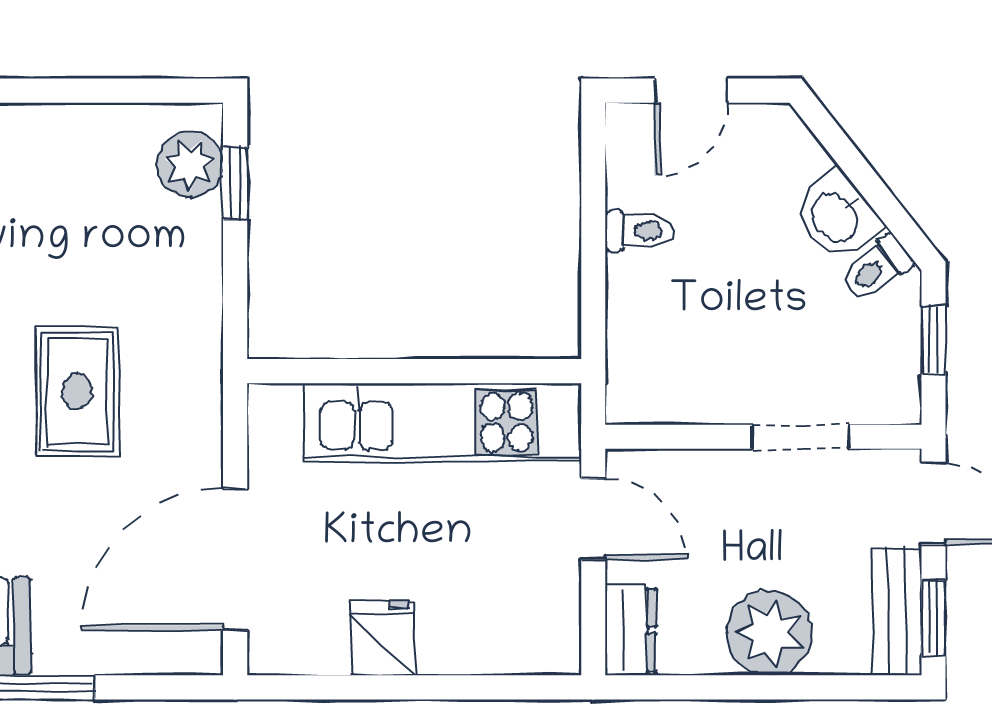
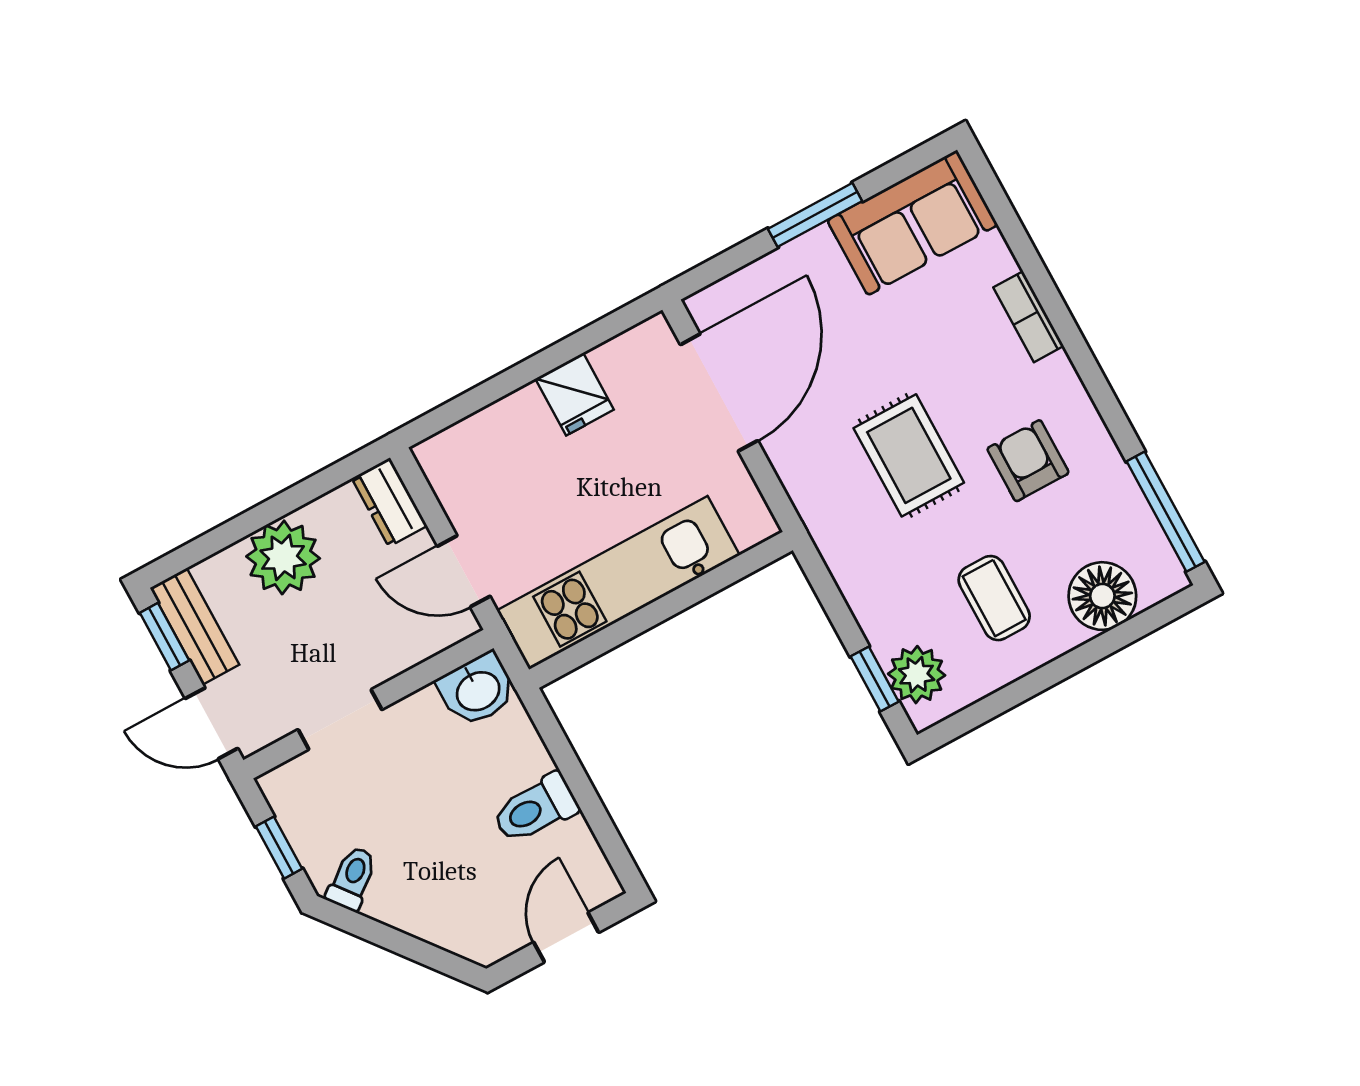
coffee table: (69, 199) -> (994, 598), added
washbasin: (836, 216) -> (477, 690), moved, turned 128
toilet: (639, 231) -> (535, 809), width x1.37, depth x1.39

